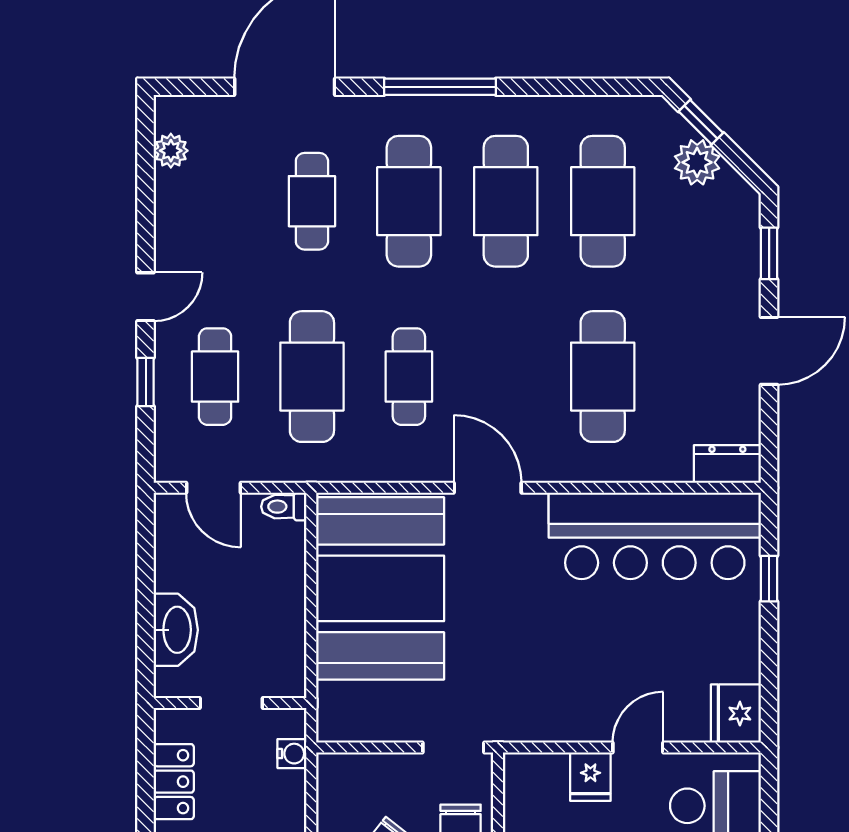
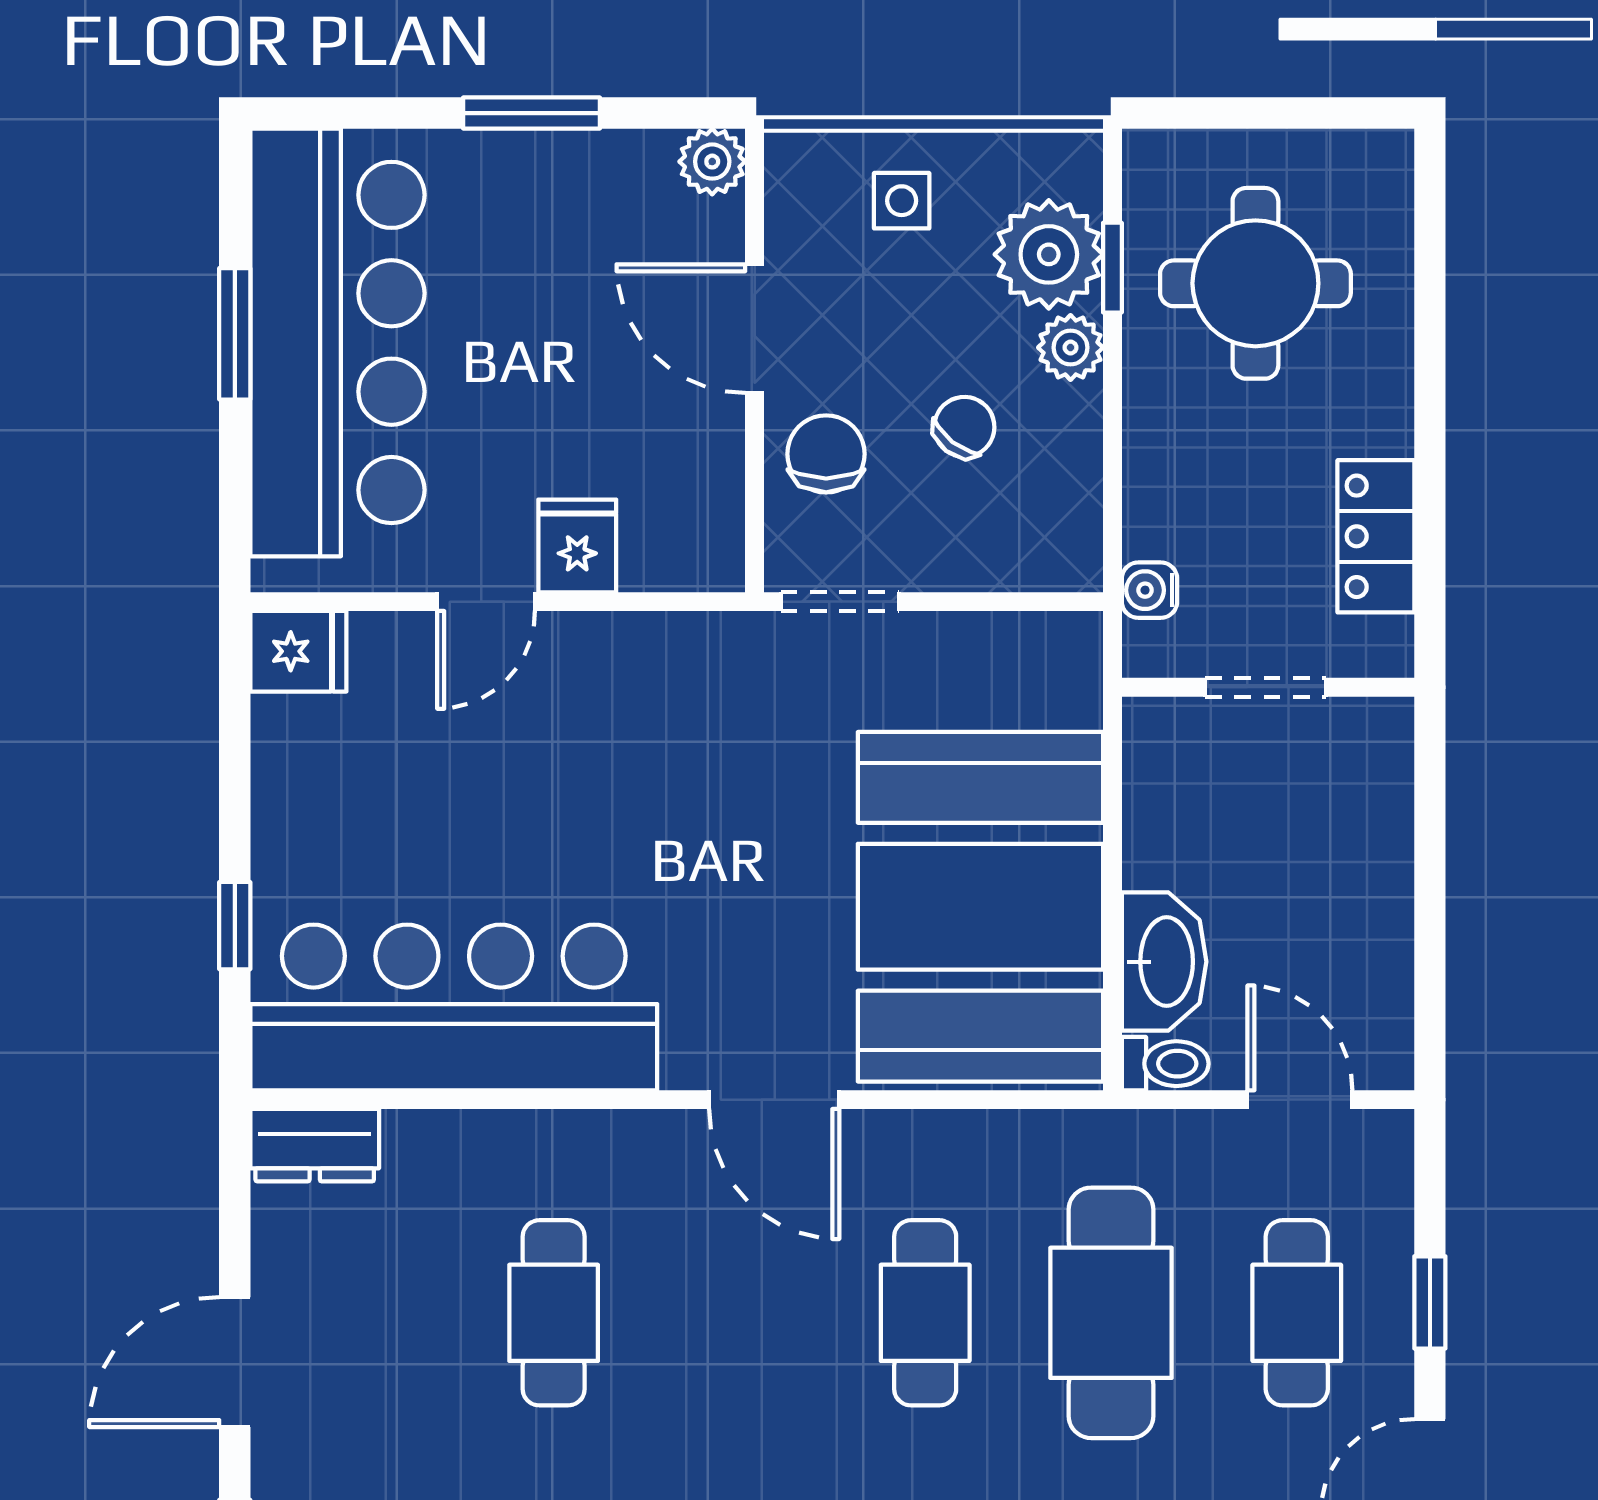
cafe table: (603, 377) -> (554, 1313), width x0.73, depth x0.74
washbasin: (176, 630) -> (1164, 962), moved, turned 180
fridge: (736, 714) -> (298, 651), width x0.72

